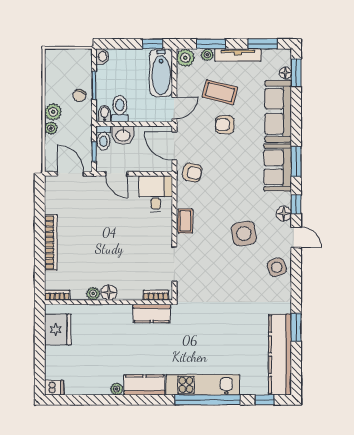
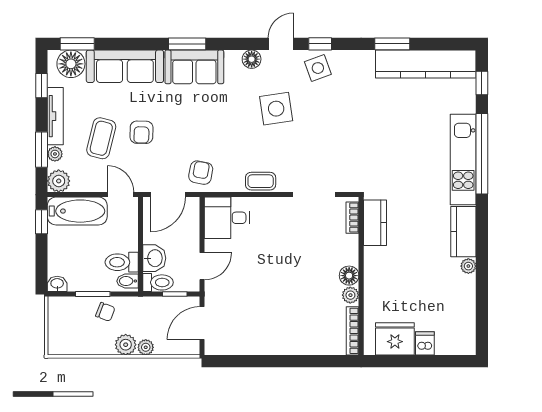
window: (263, 44) -> (42, 86), width x0.67
floor lamp: (285, 73) -> (71, 64), width x1.89, depth x1.89
window: (296, 204) -> (320, 44), moved
bookcase: (51, 242) -> (287, 347), removed
bookcase: (57, 295) -> (353, 331), width x1.56
dishwasher: (54, 388) -> (425, 343), moved

